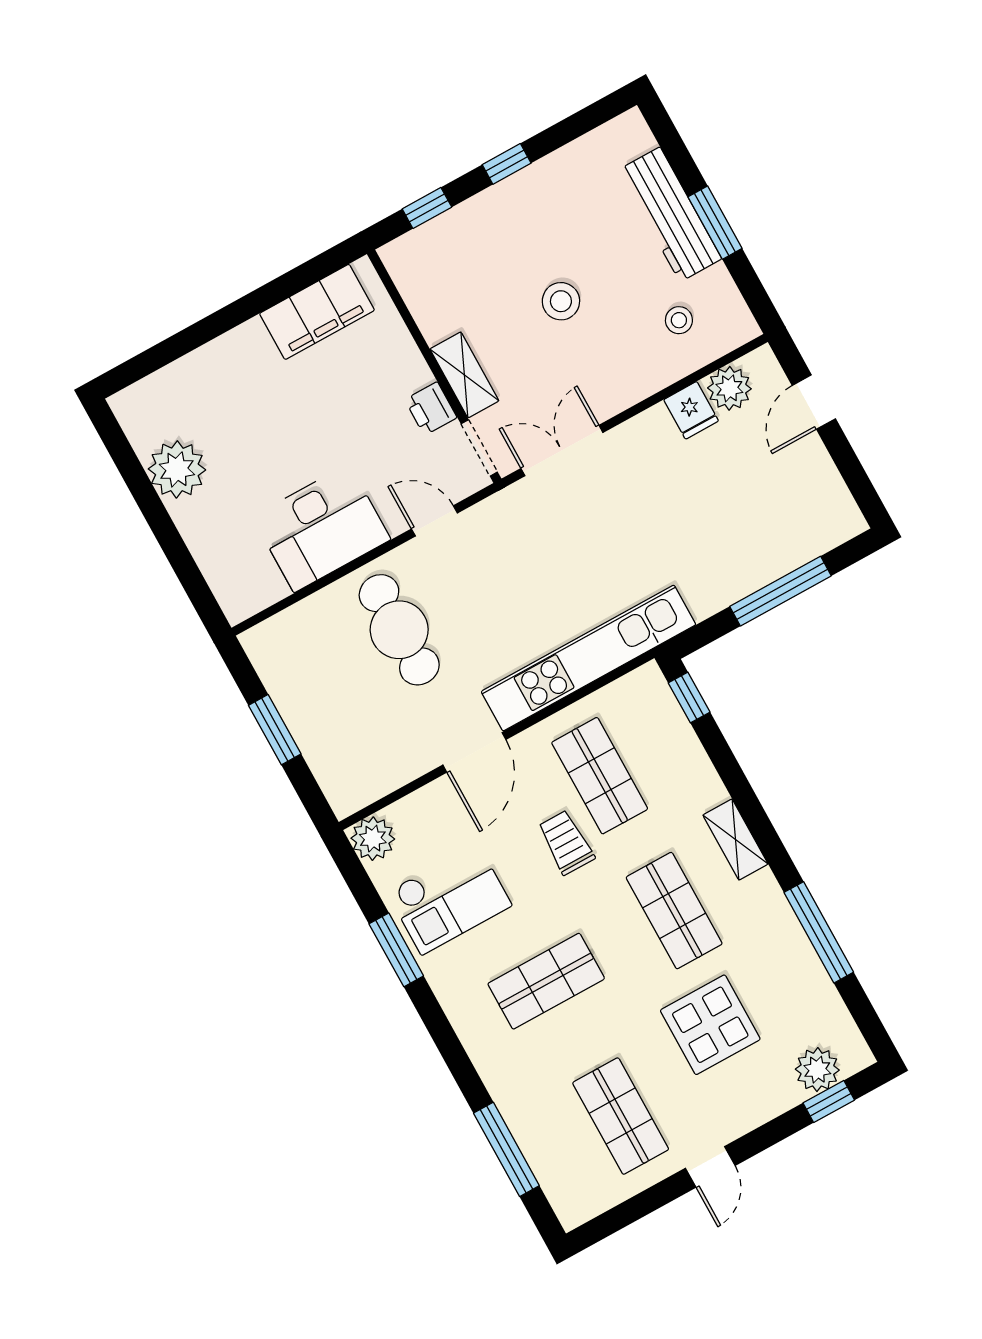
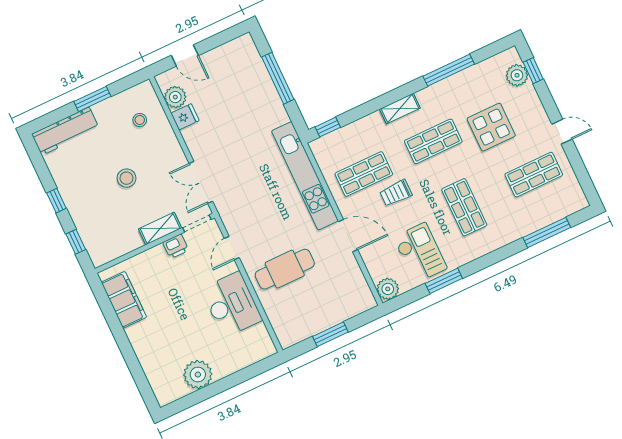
workbench: (670, 214) -> (65, 131), moved

